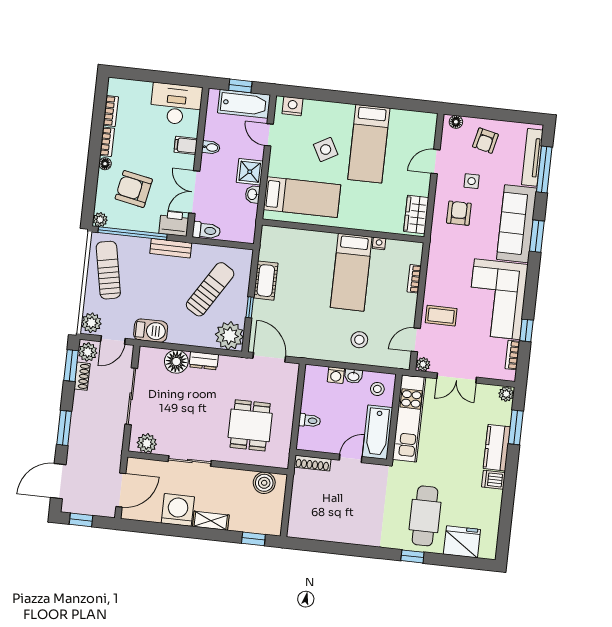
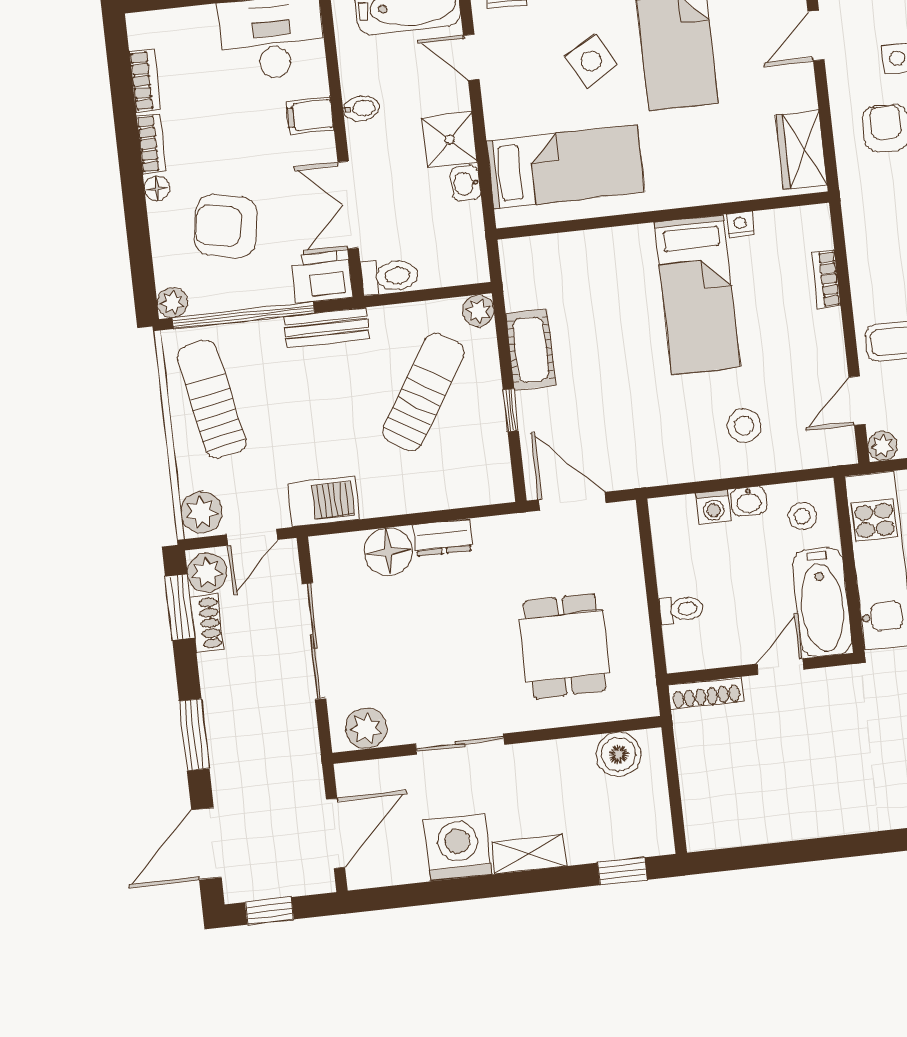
plant: (229, 336) -> (478, 311), moved, width x0.53, depth x0.53

